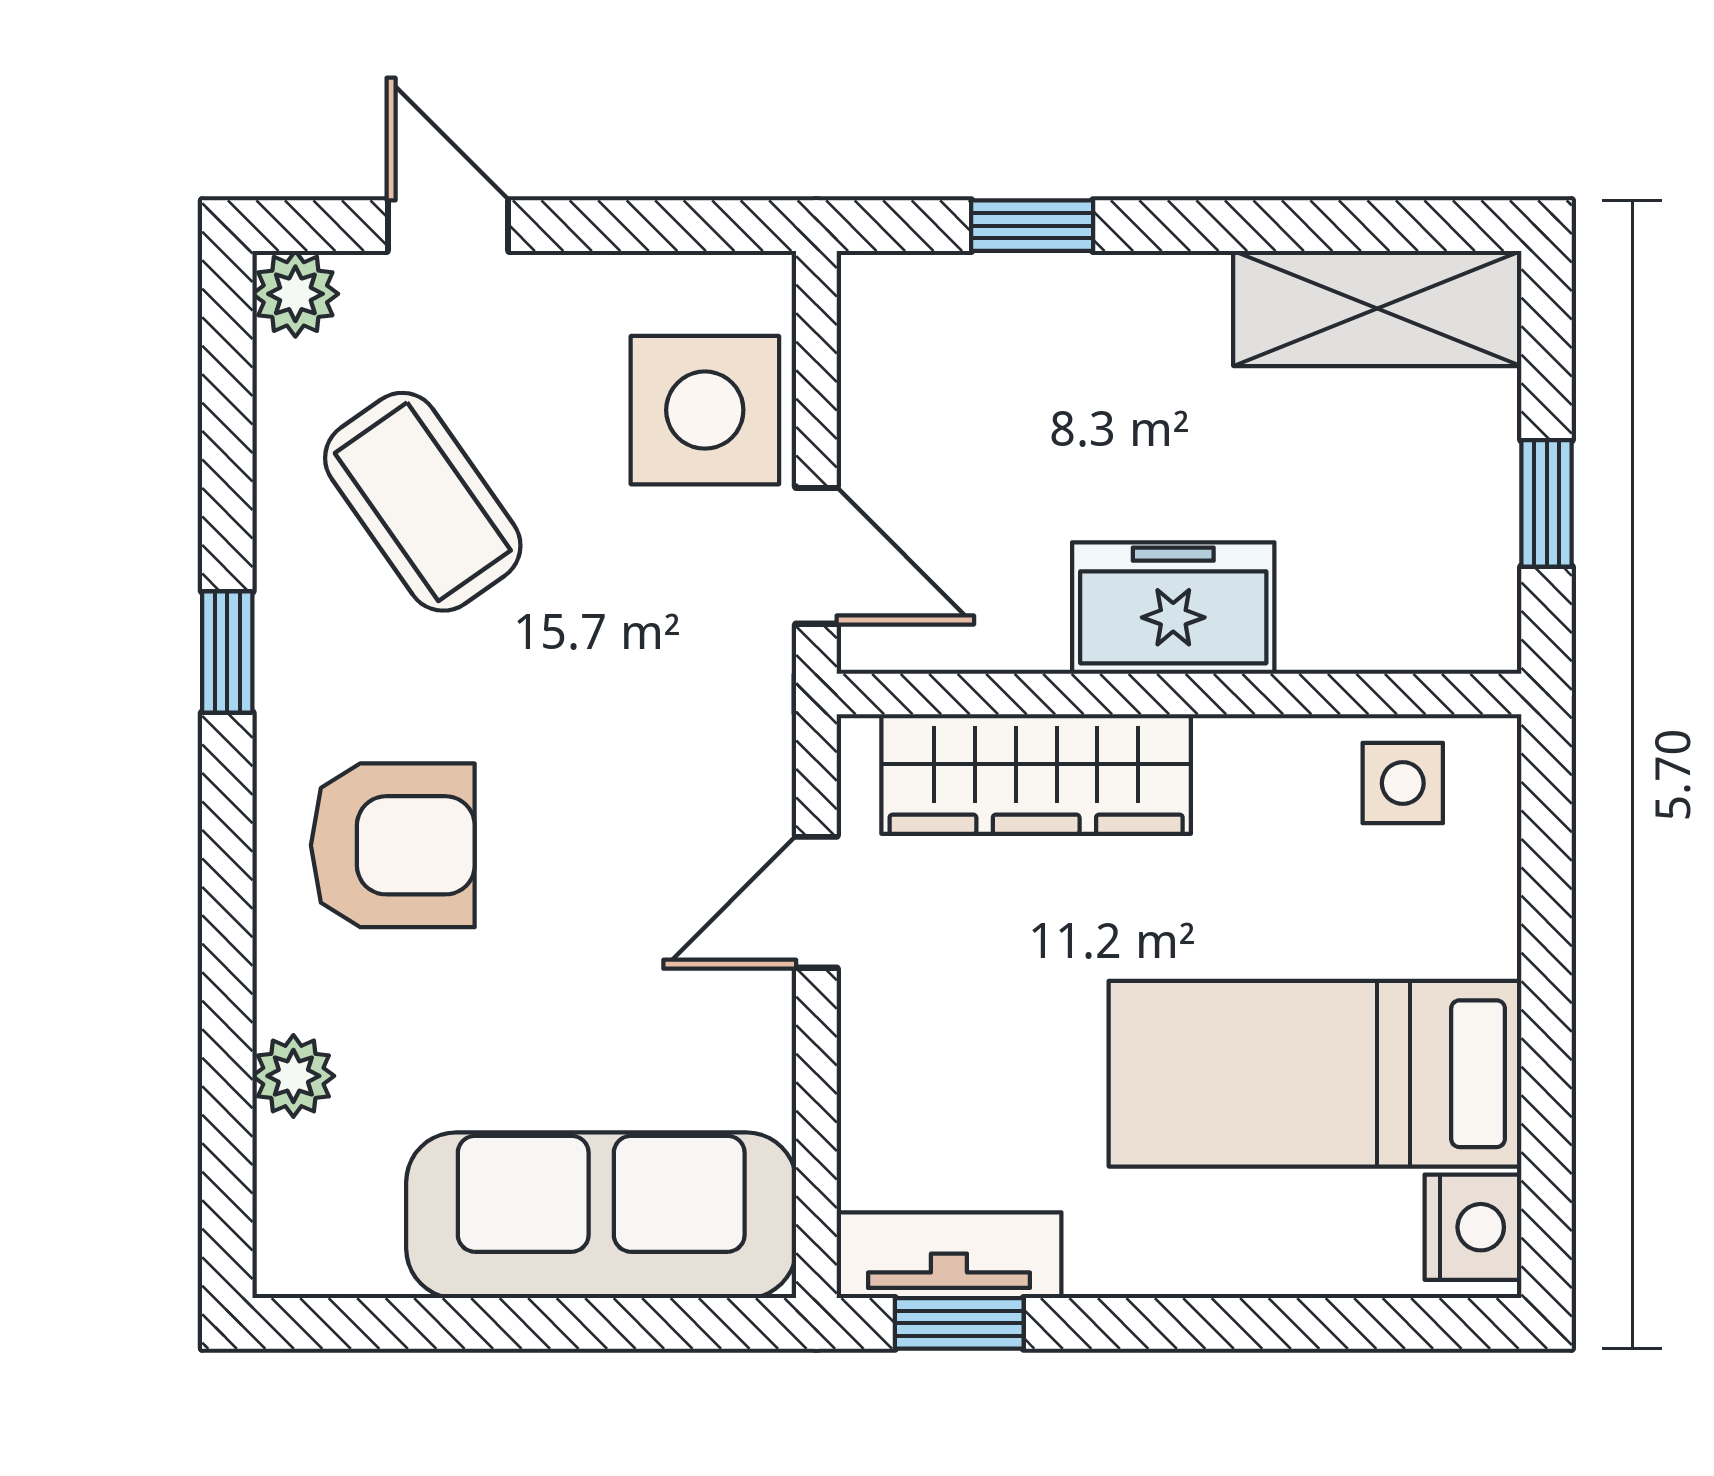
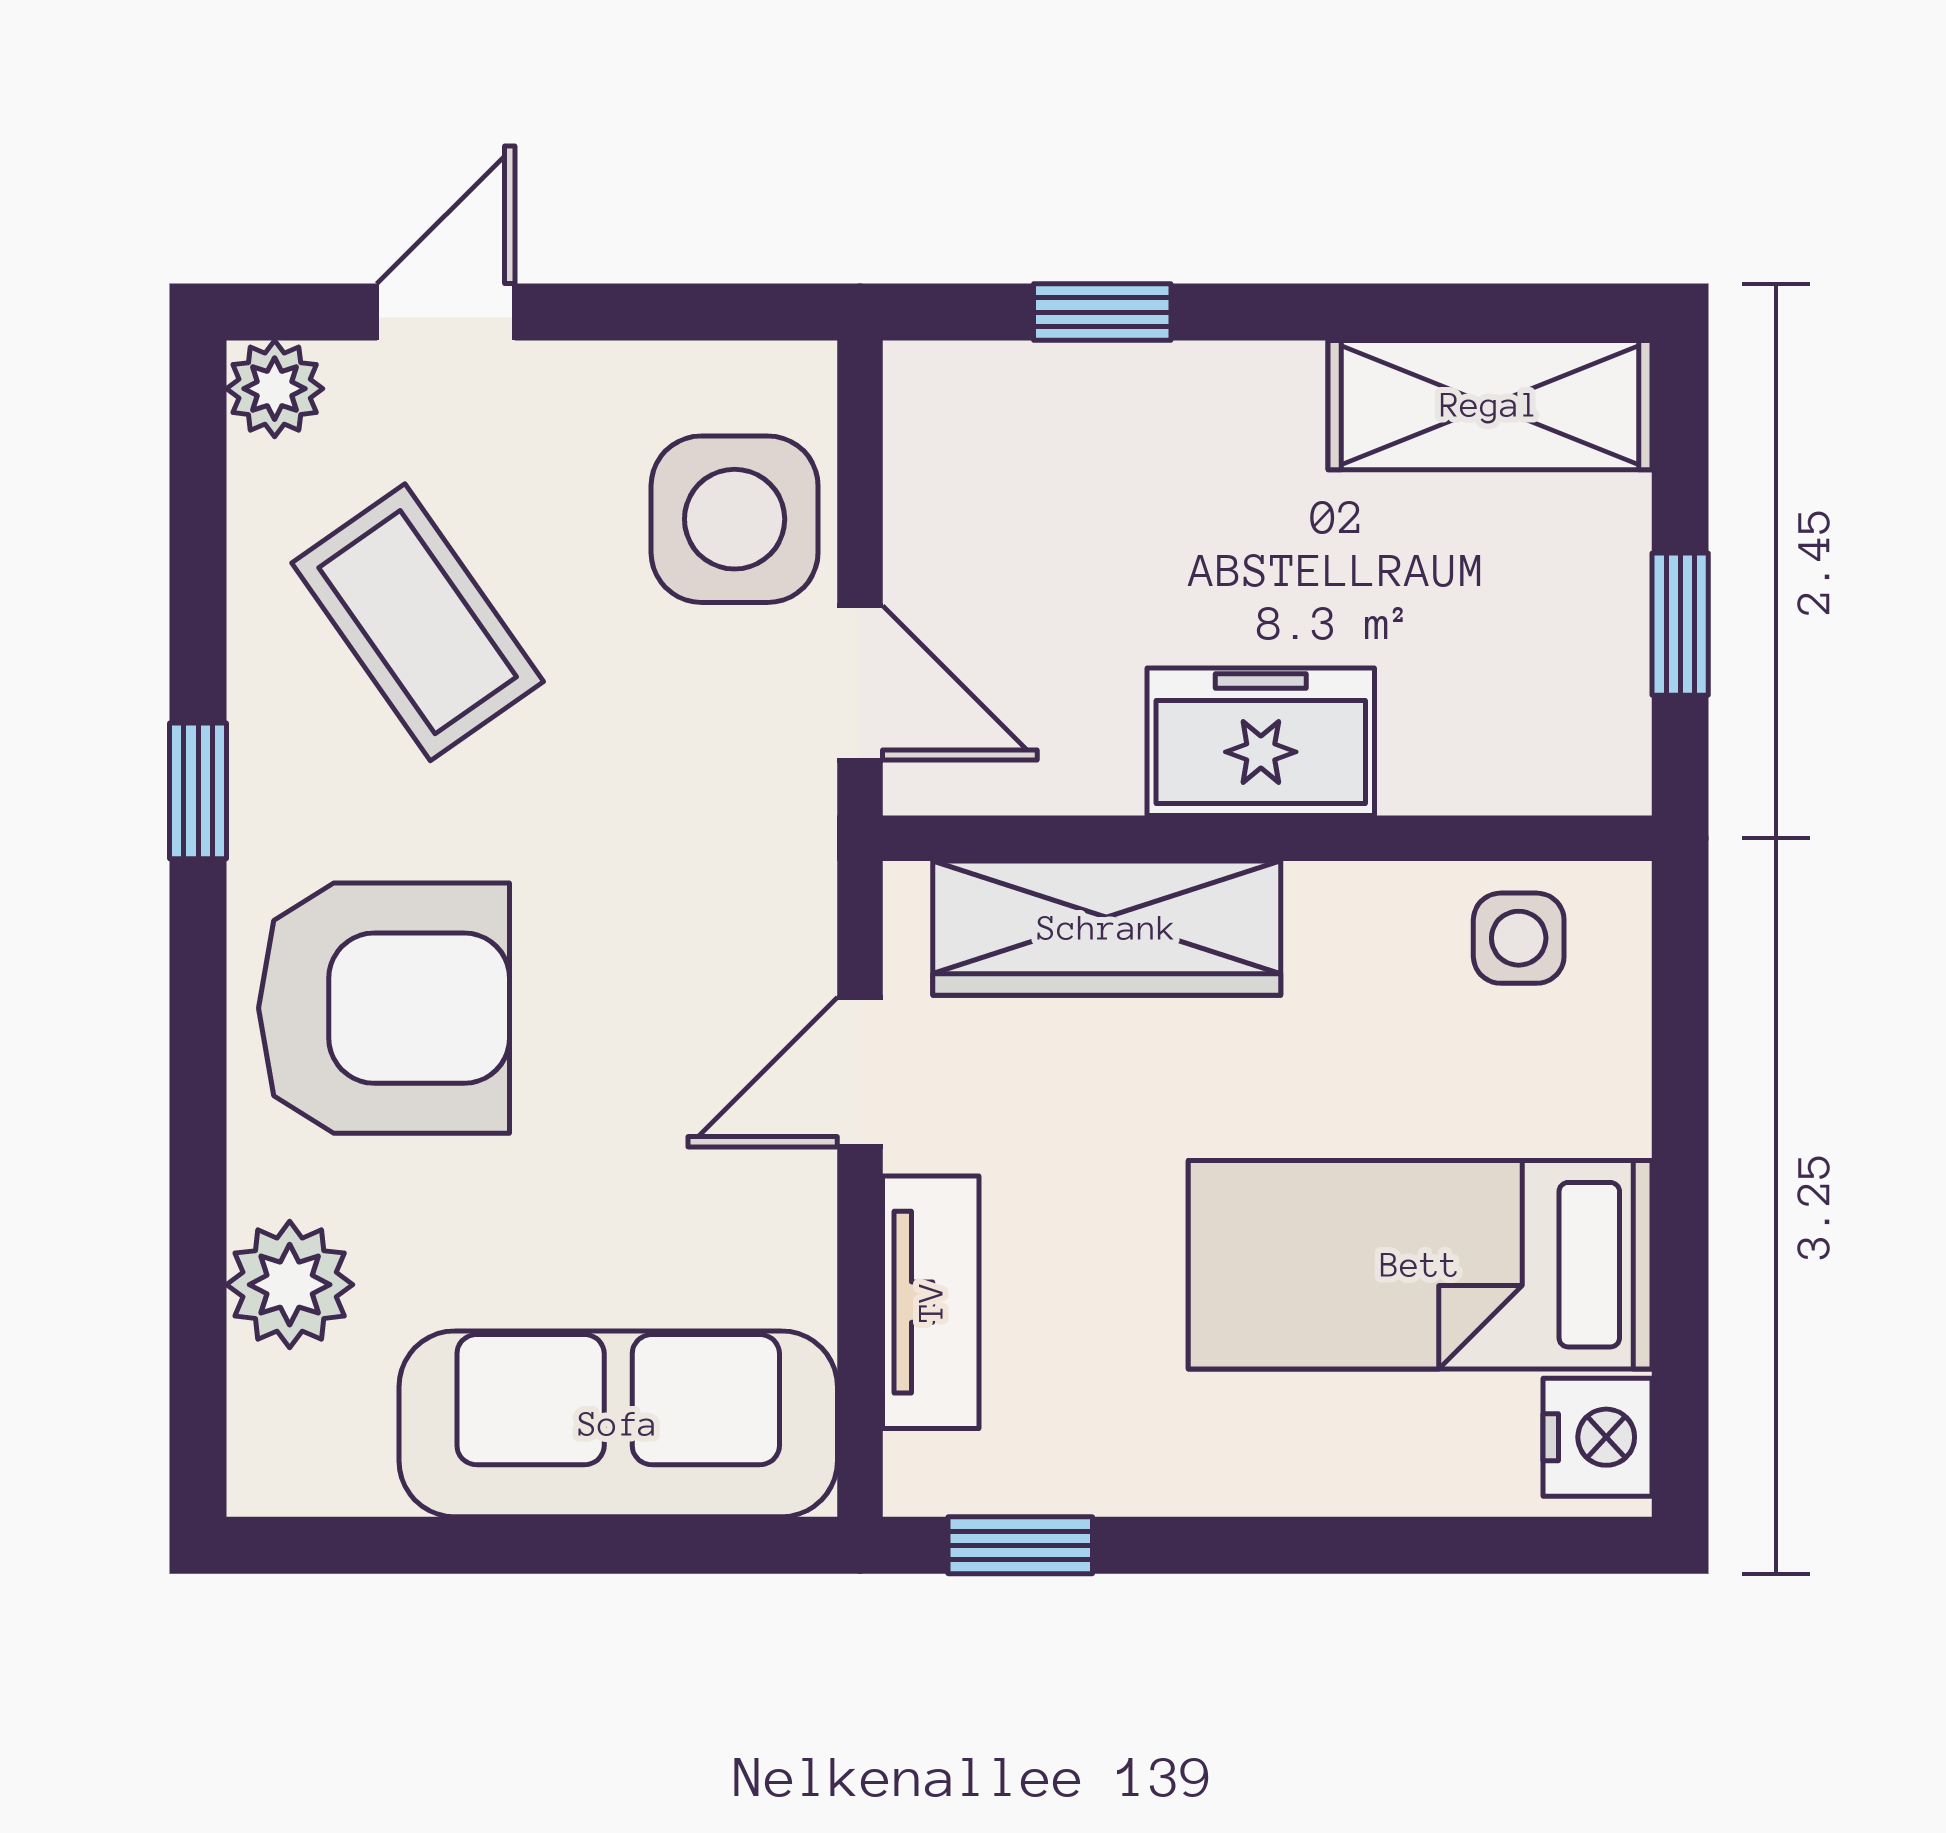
door: (448, 226) -> (446, 312), hinge flipped
armchair: (393, 845) -> (384, 1008), width x1.36, depth x1.36
plant: (293, 1076) -> (290, 1285), width x1.38, depth x1.38
tv unit: (949, 1255) -> (931, 1302), moved, turned 90

